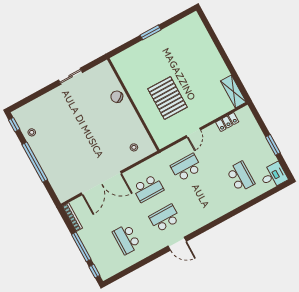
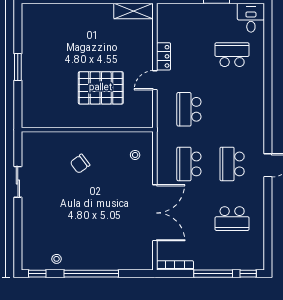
chair: (117, 97) -> (80, 164), moved
locker: (227, 122) -> (164, 56), moved
door: (193, 133) -> (155, 80), swing flipped
school desk: (148, 188) -> (189, 164), turned 180

